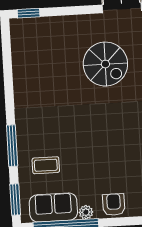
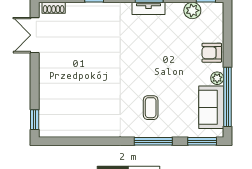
spiral stairs: (105, 64) -> (85, 53), removed
coffee table: (46, 165) -> (151, 108), moved

